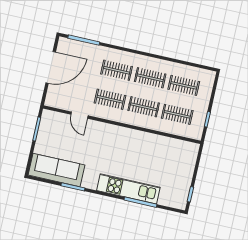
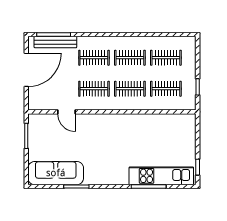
bench: (84, 47) -> (55, 42), added
kitchen unit: (128, 189) -> (161, 176), moved

